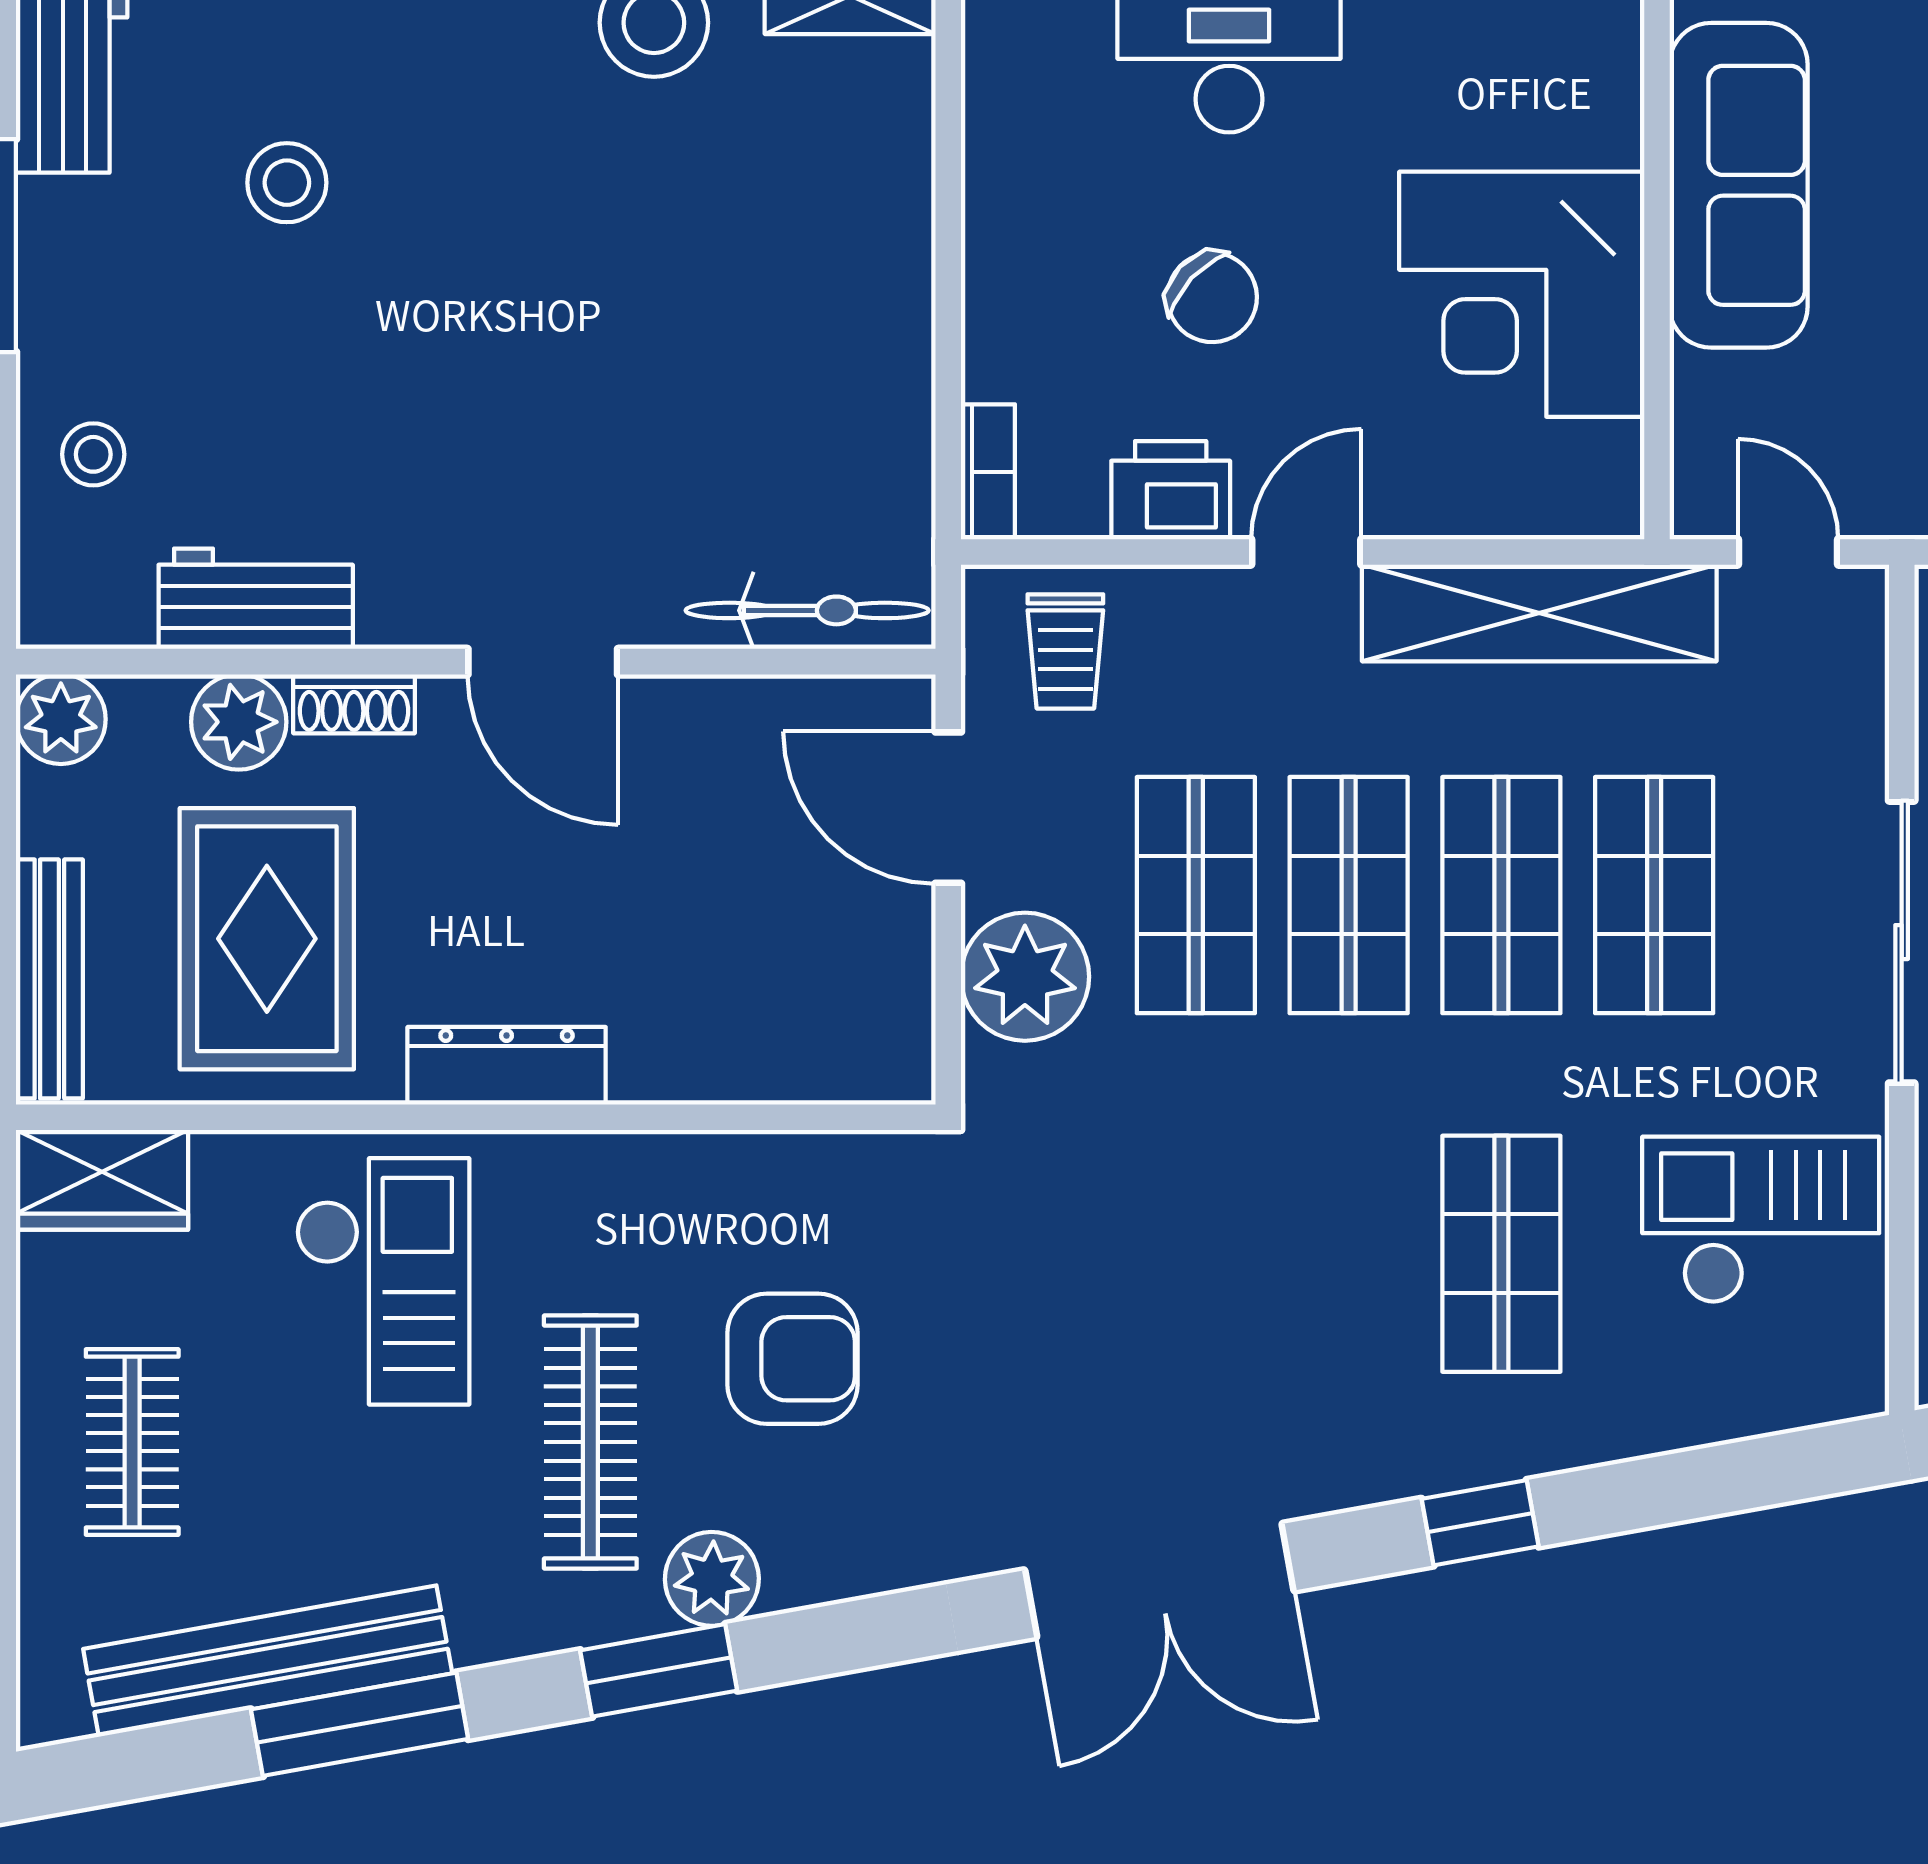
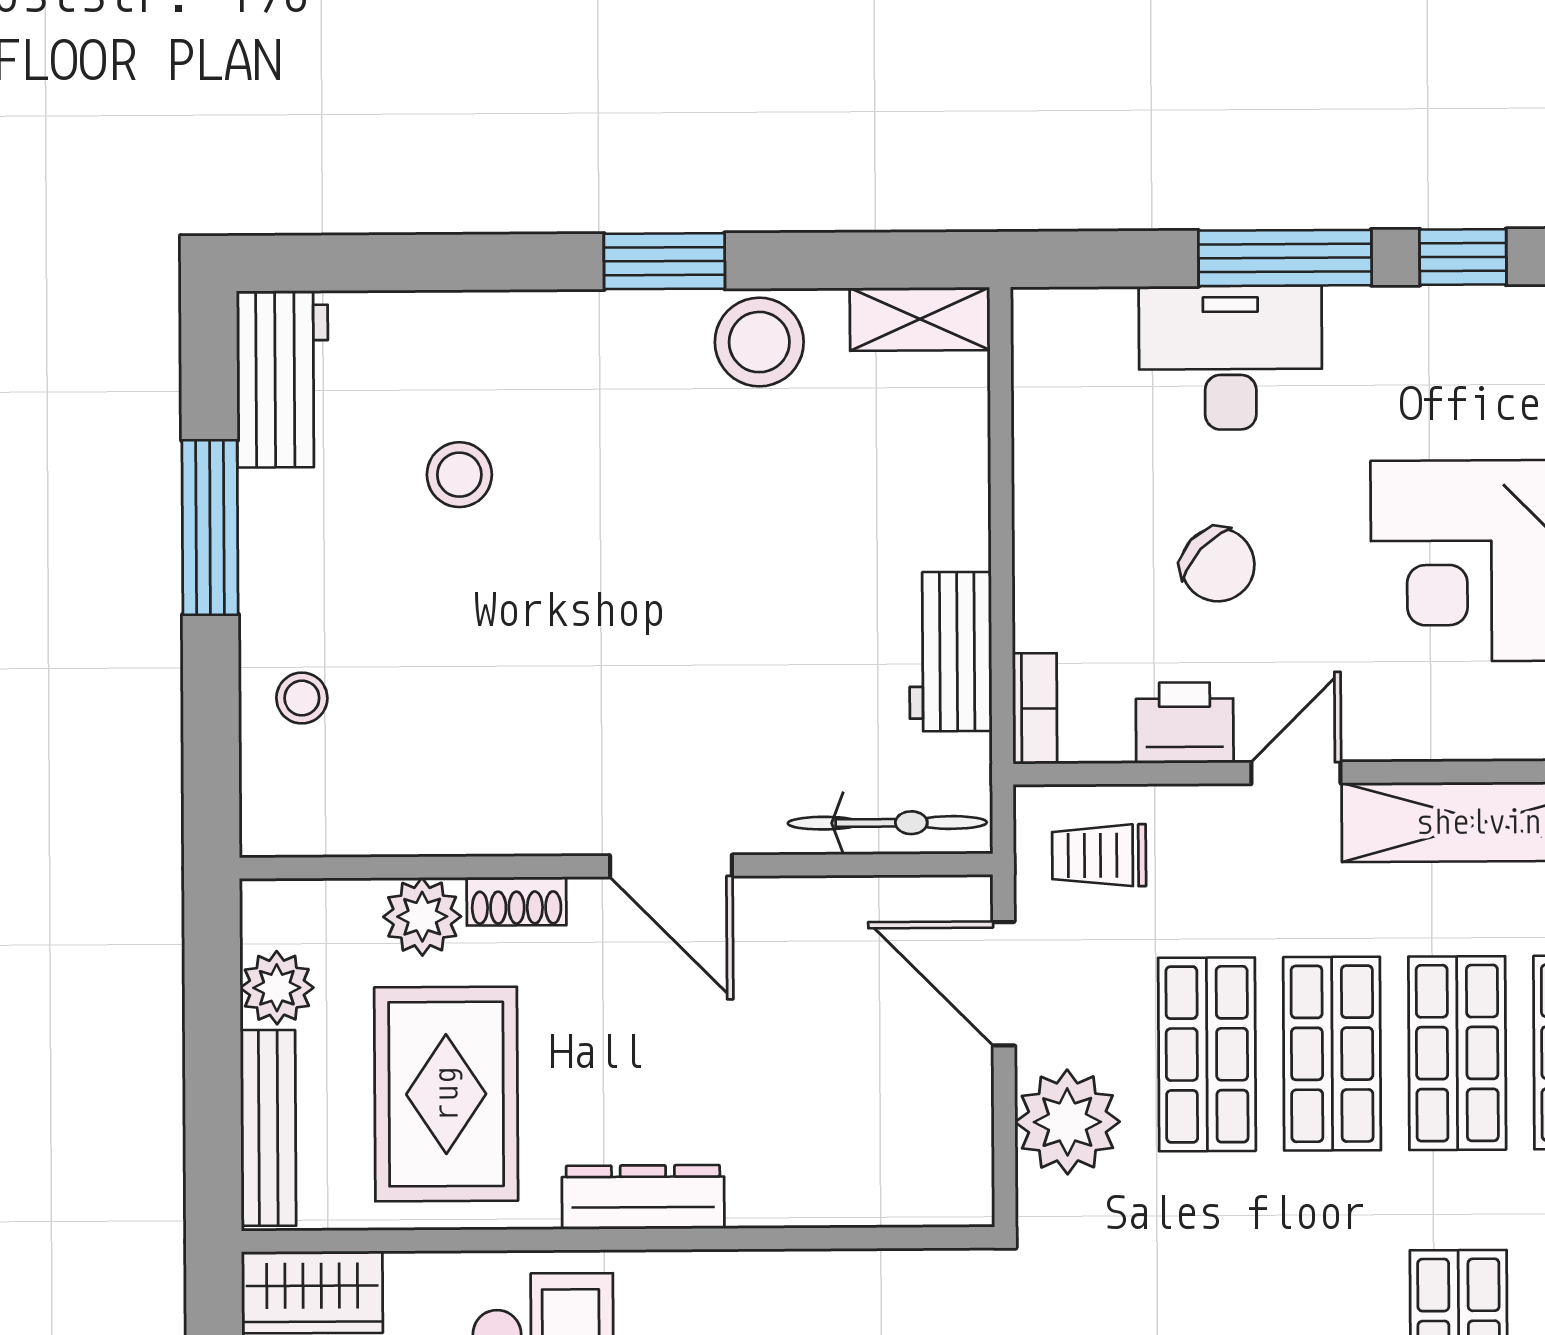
workbench: (256, 599) -> (951, 652), moved, turned -90
trolley: (1065, 651) -> (1099, 855), turned 90
plant: (61, 719) -> (277, 988), moved

